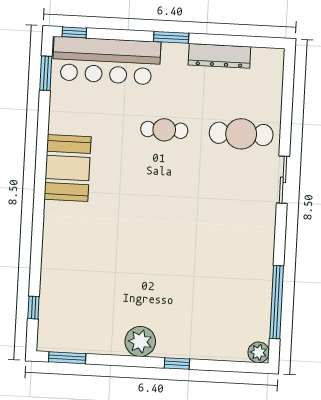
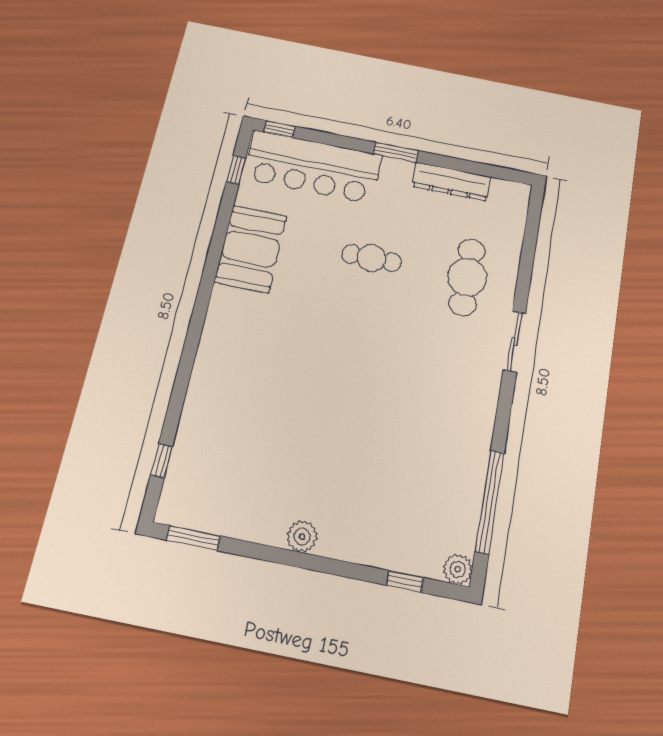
window: (46, 73) -> (236, 170), width x0.67
cafe table: (241, 134) -> (467, 277), turned 90
booth: (68, 168) -> (251, 249), moved
plant: (140, 341) -> (302, 537), width x0.73, depth x0.73
window: (177, 364) -> (405, 581), moved

